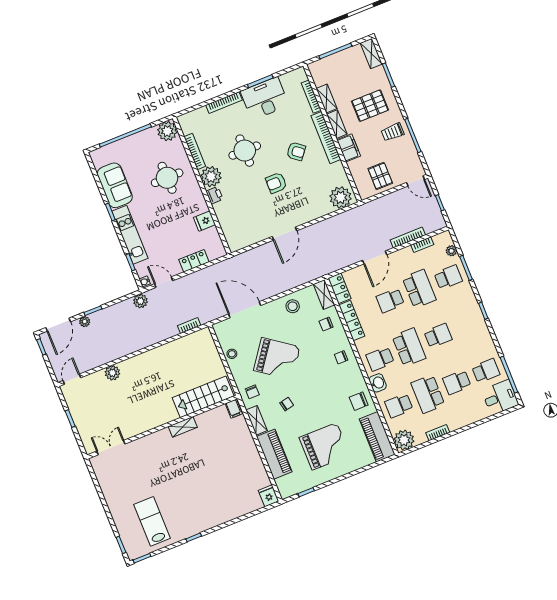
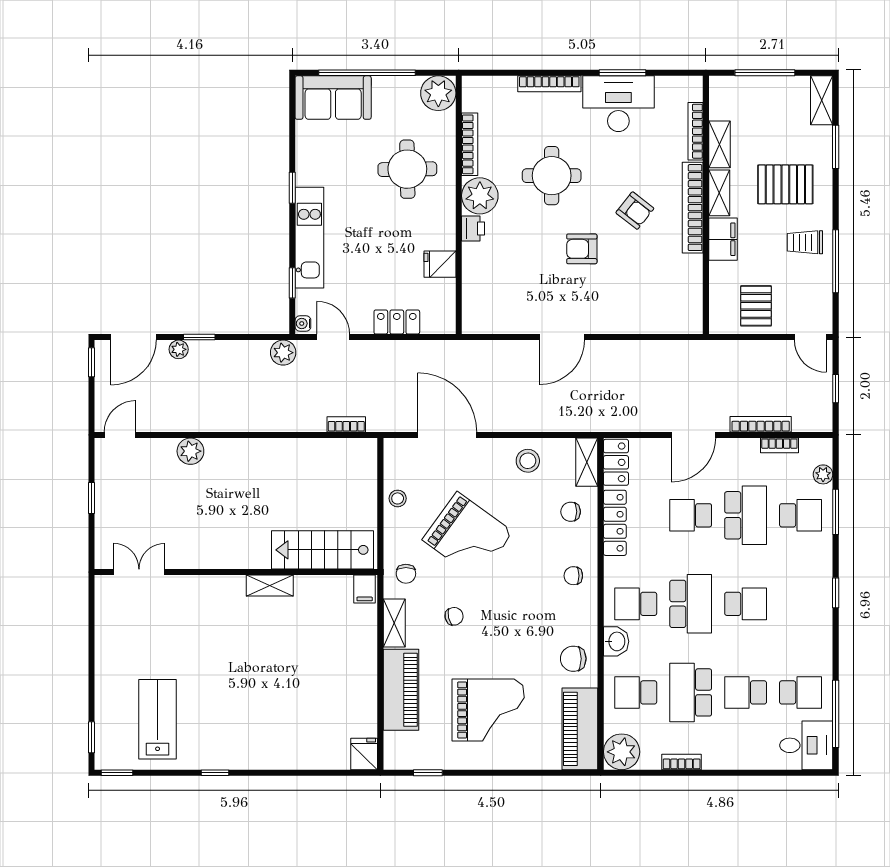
sofa: (115, 185) -> (333, 98), moved, turned 90
plant: (340, 197) -> (677, 315), removed

